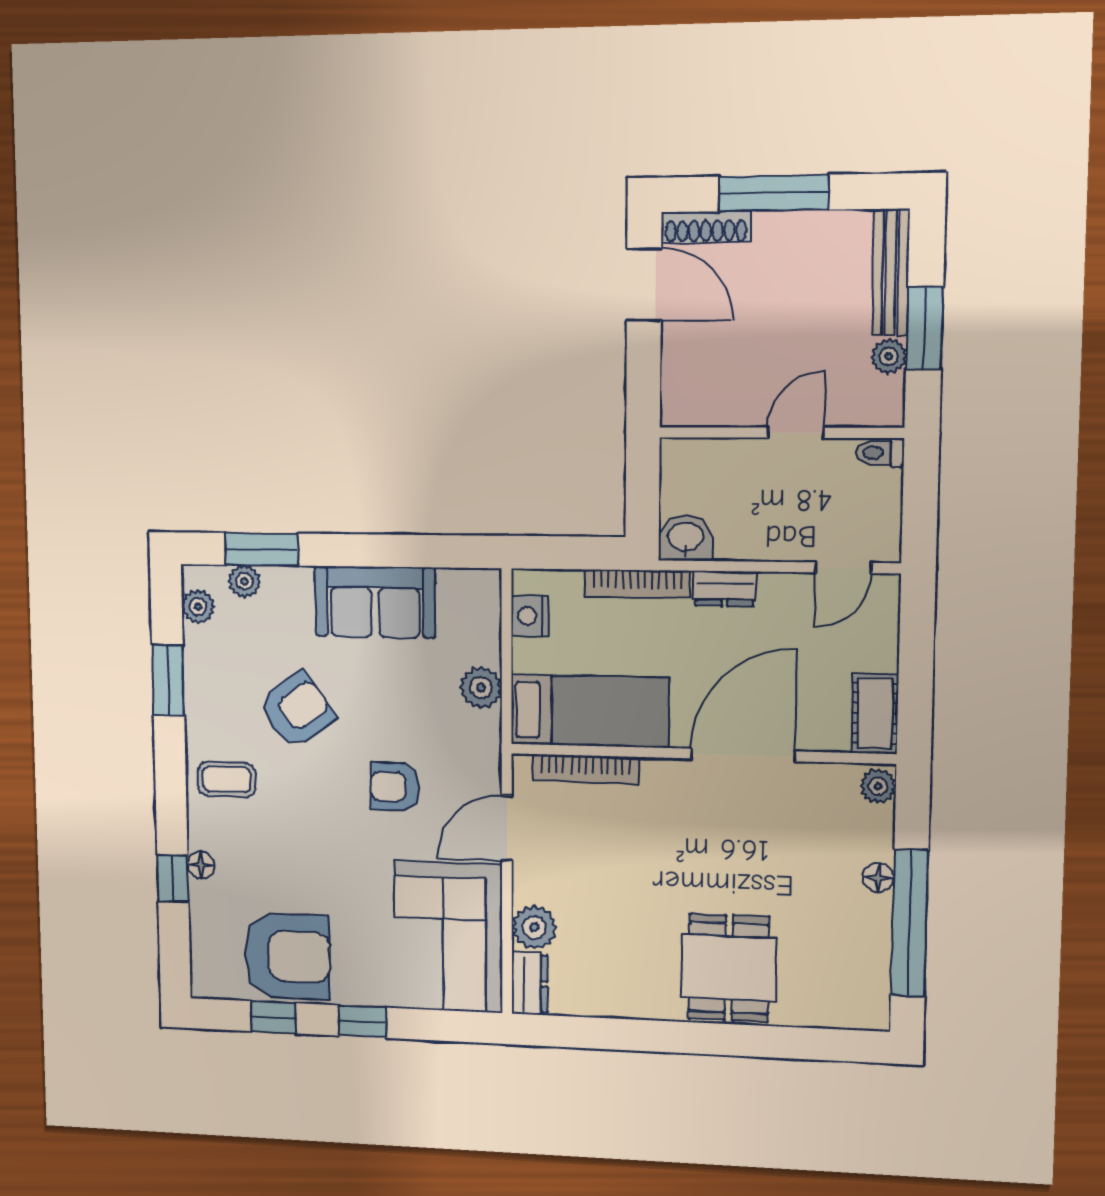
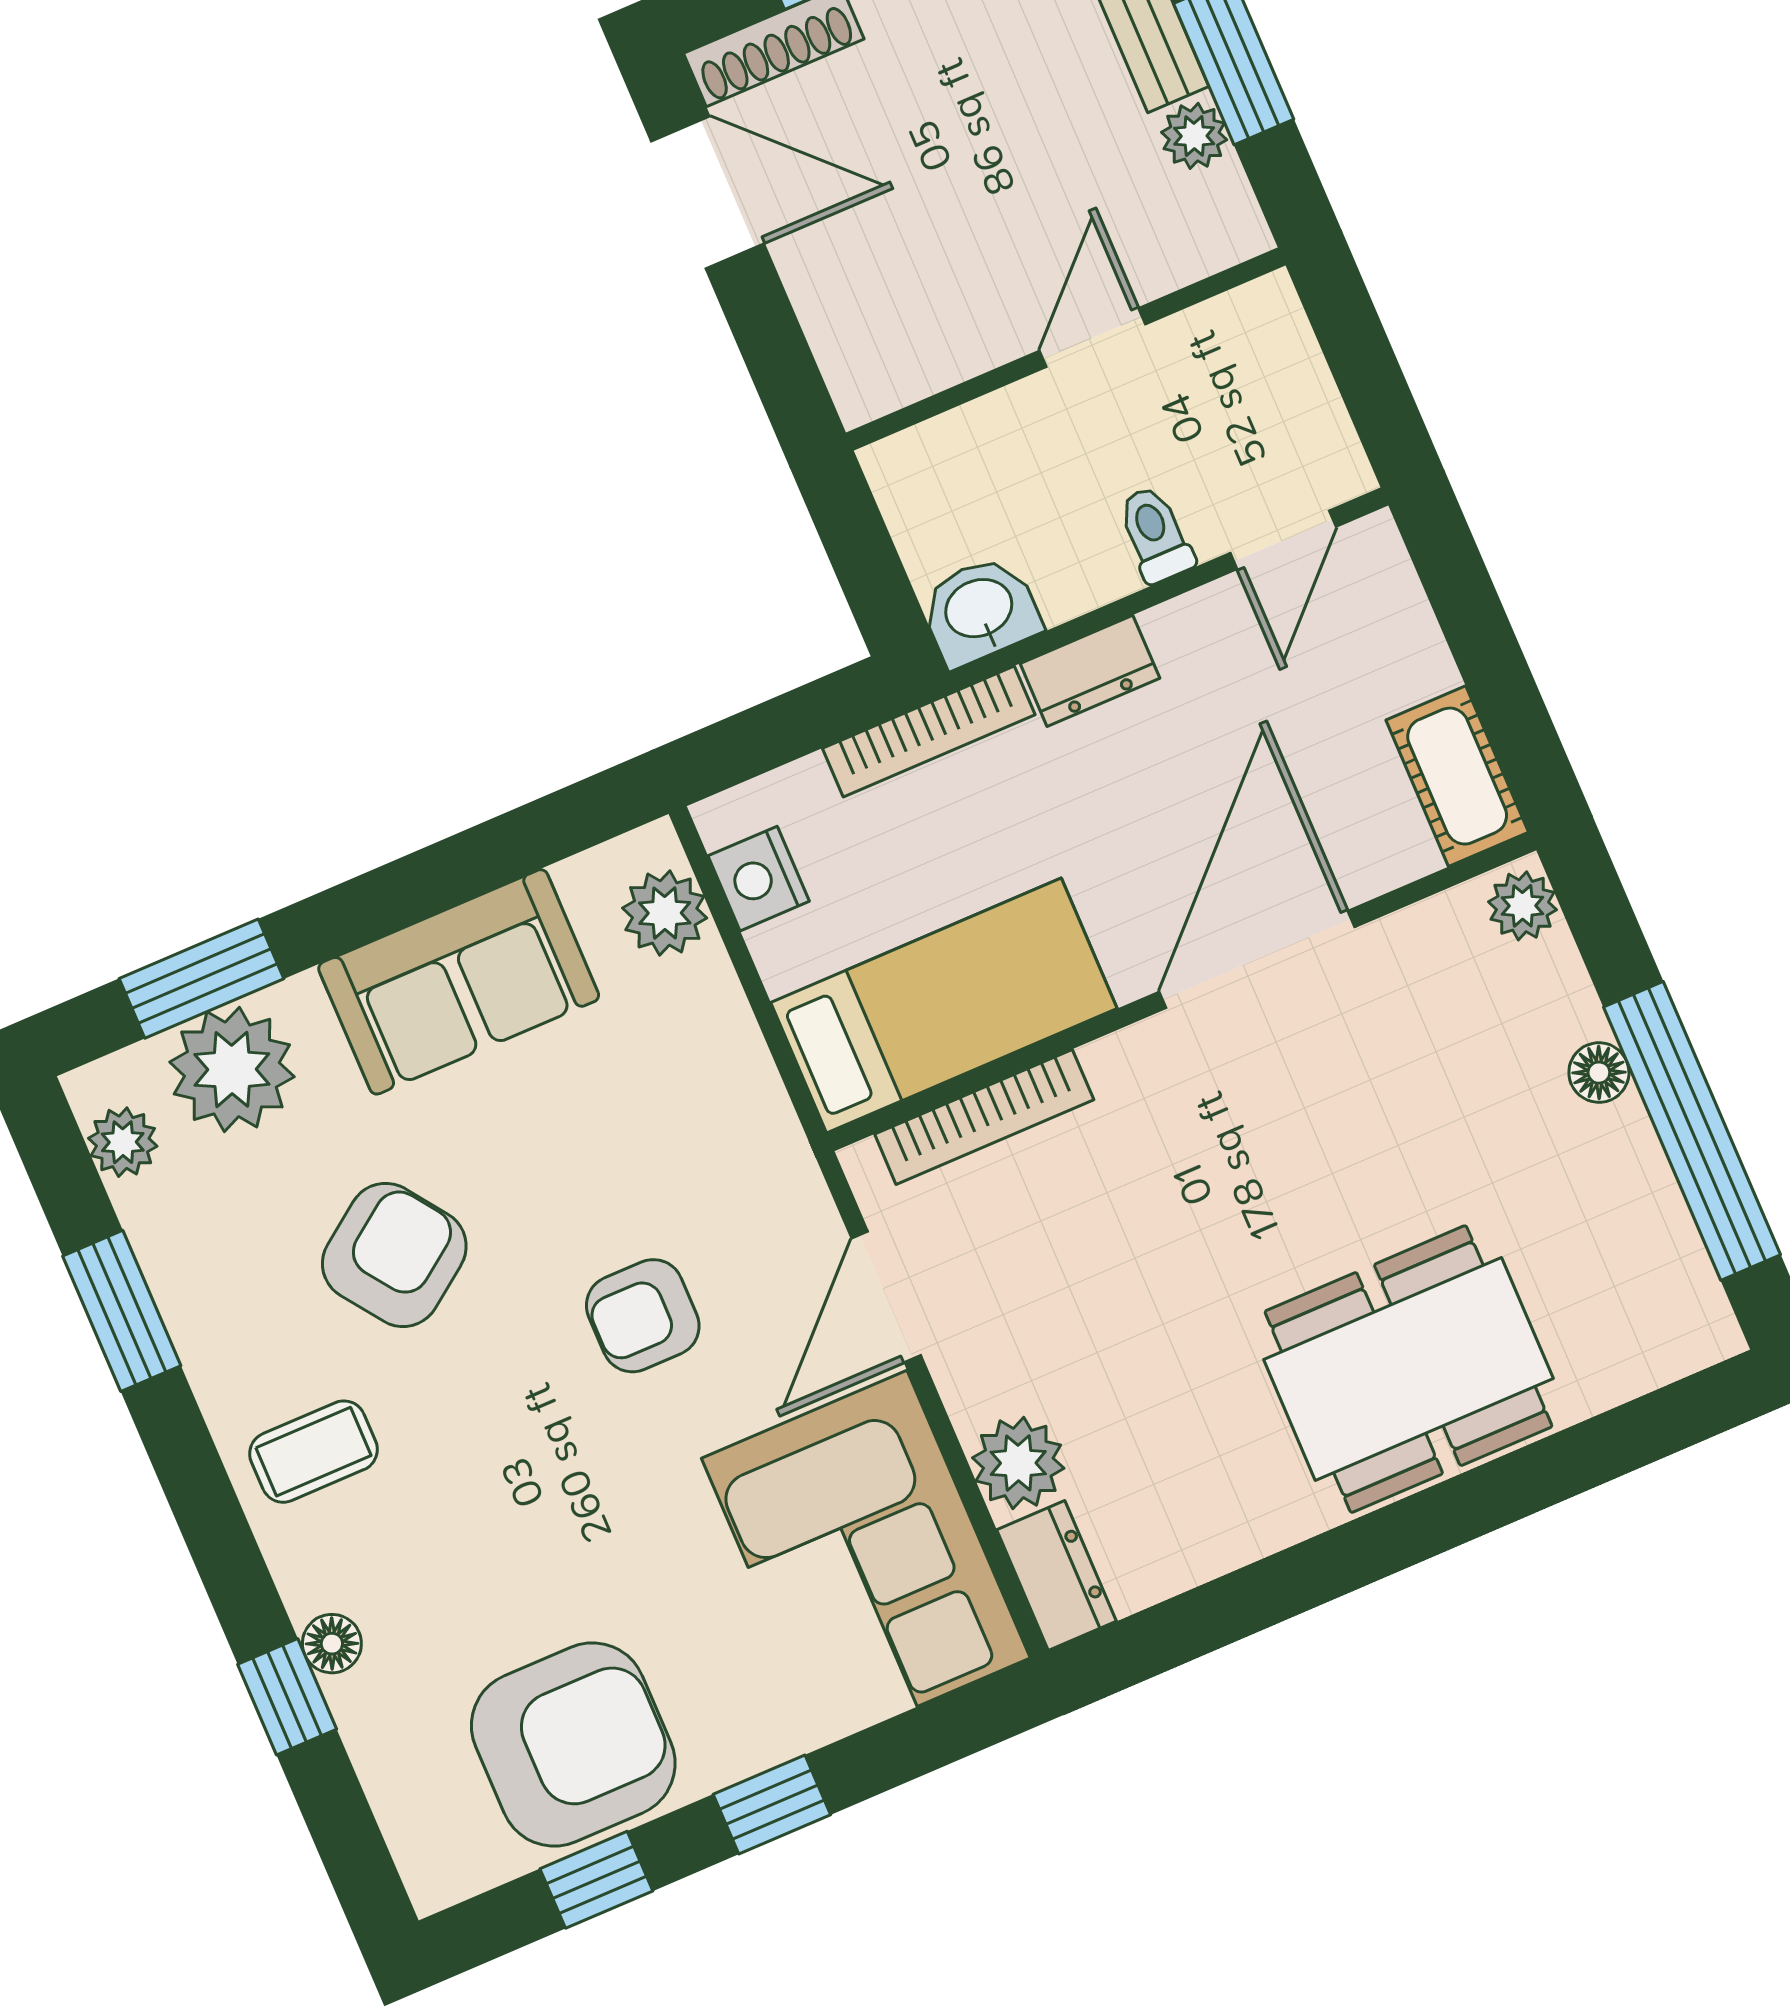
toilet: (880, 453) -> (1155, 534), moved, turned 90
plant: (244, 581) -> (232, 1069), width x1.88, depth x1.88
plant: (481, 688) -> (665, 913), moved
dining table: (729, 968) -> (1408, 1369), width x1.38

